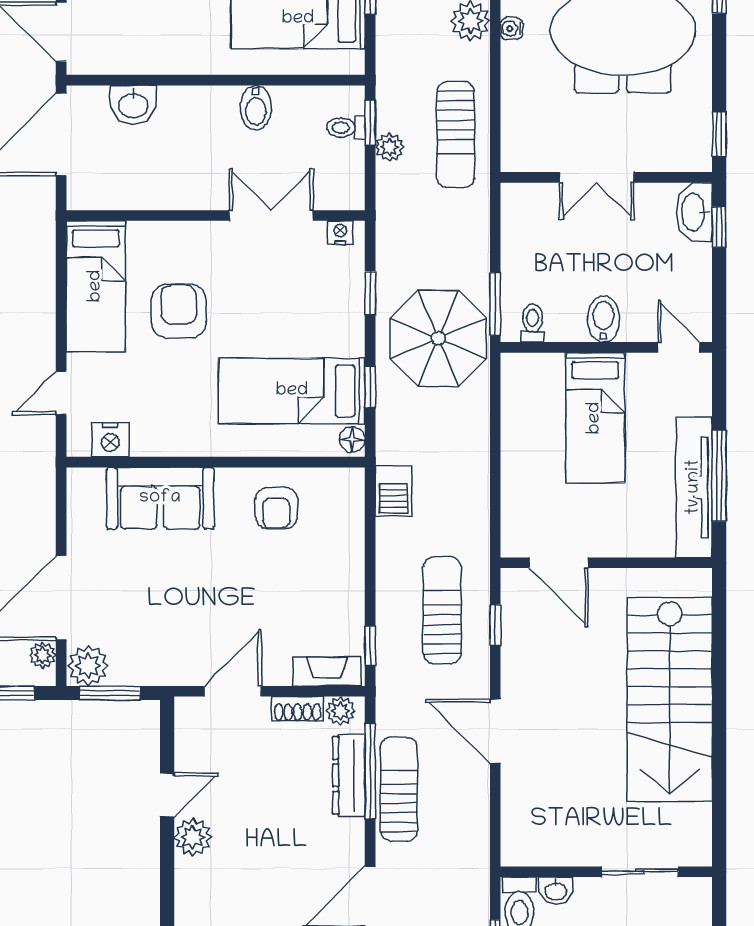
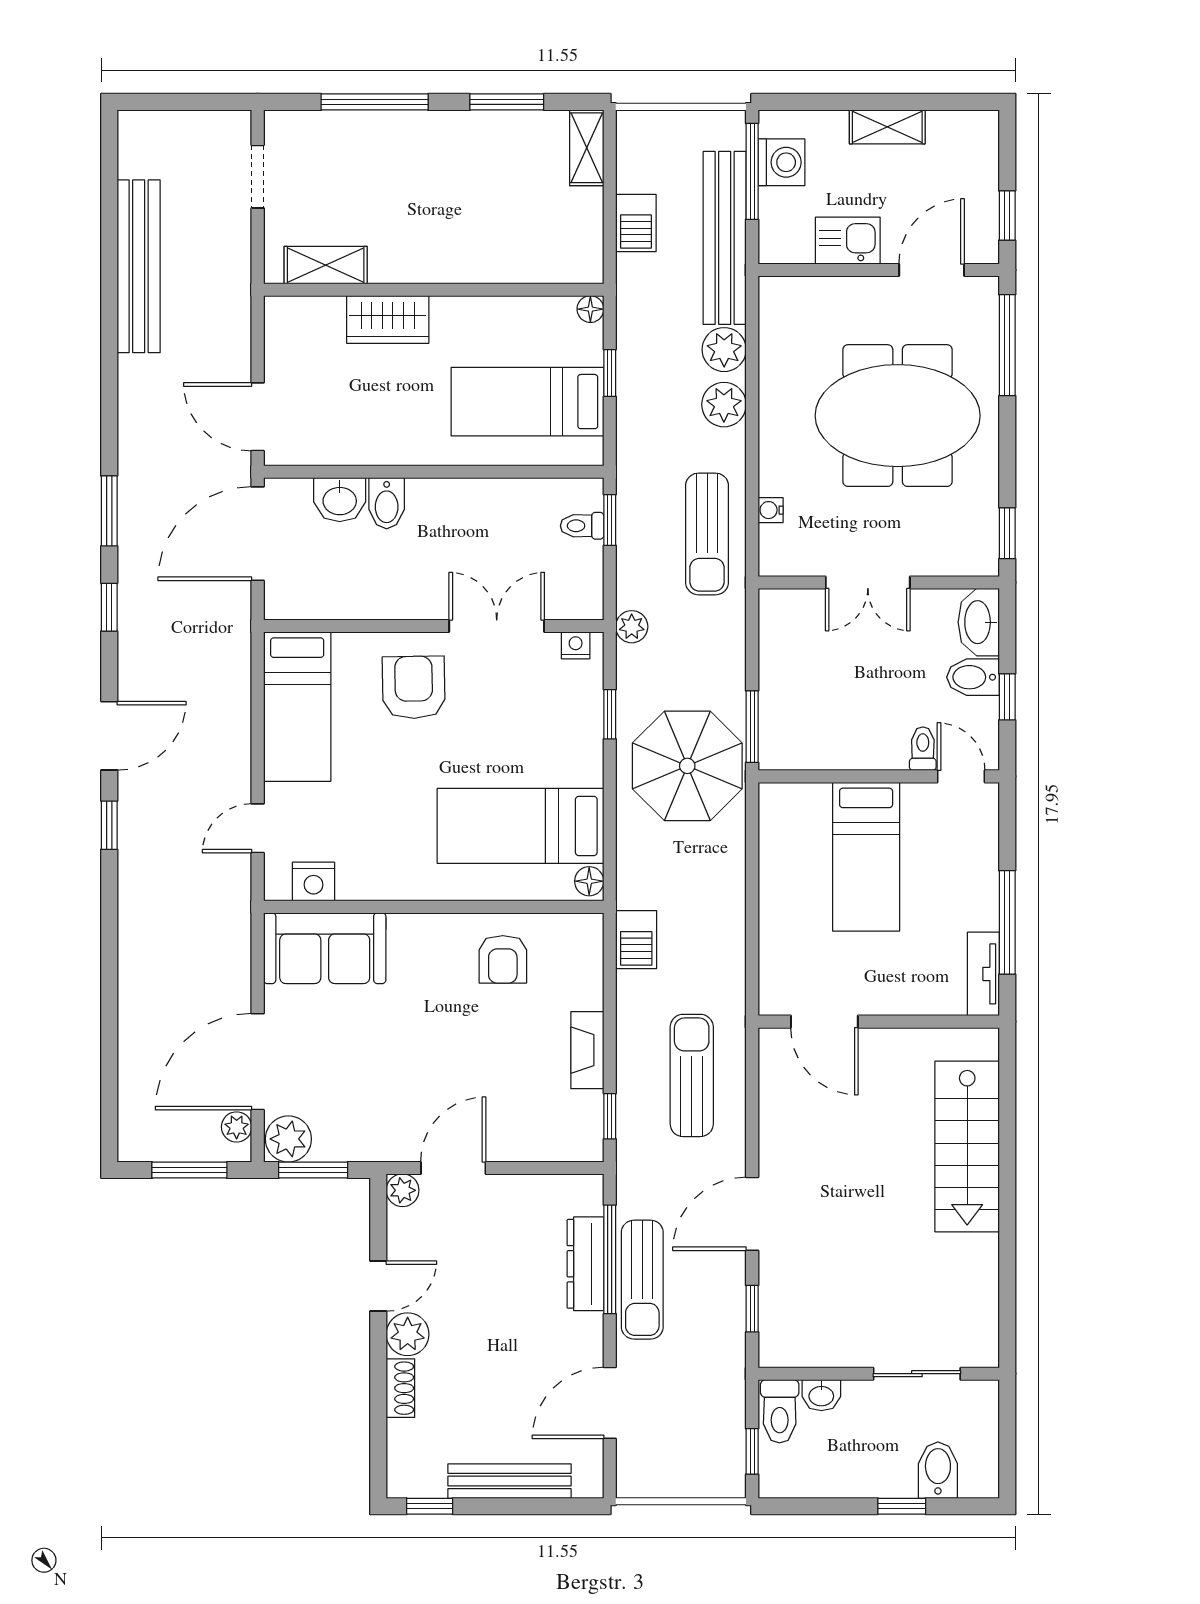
water cooler: (511, 29) -> (771, 510), moved
bidet: (256, 108) -> (387, 503), moved
plant: (390, 147) -> (632, 627), moved
window: (719, 227) -> (1007, 697), moved
armchair: (179, 311) -> (414, 687), moved
bidet: (604, 319) -> (973, 677), moved, turned -90
toilet: (533, 323) -> (923, 749), moved
window: (370, 387) -> (610, 821), removed
tv unit: (694, 487) -> (983, 974), width x0.52, depth x0.78
sofa: (160, 498) -> (325, 948), moved
window: (495, 625) -> (752, 1309), moved
fireplace: (327, 672) -> (587, 1050), moved, turned -90
stairs: (670, 700) -> (967, 1146), width x0.73, depth x0.66
shoe rack: (298, 709) -> (400, 1388), moved, turned -90
plant: (341, 711) -> (403, 1190), moved
door: (495, 731) -> (752, 1214), hinge flipped
sun lounger: (399, 789) -> (642, 1280), turned 180

